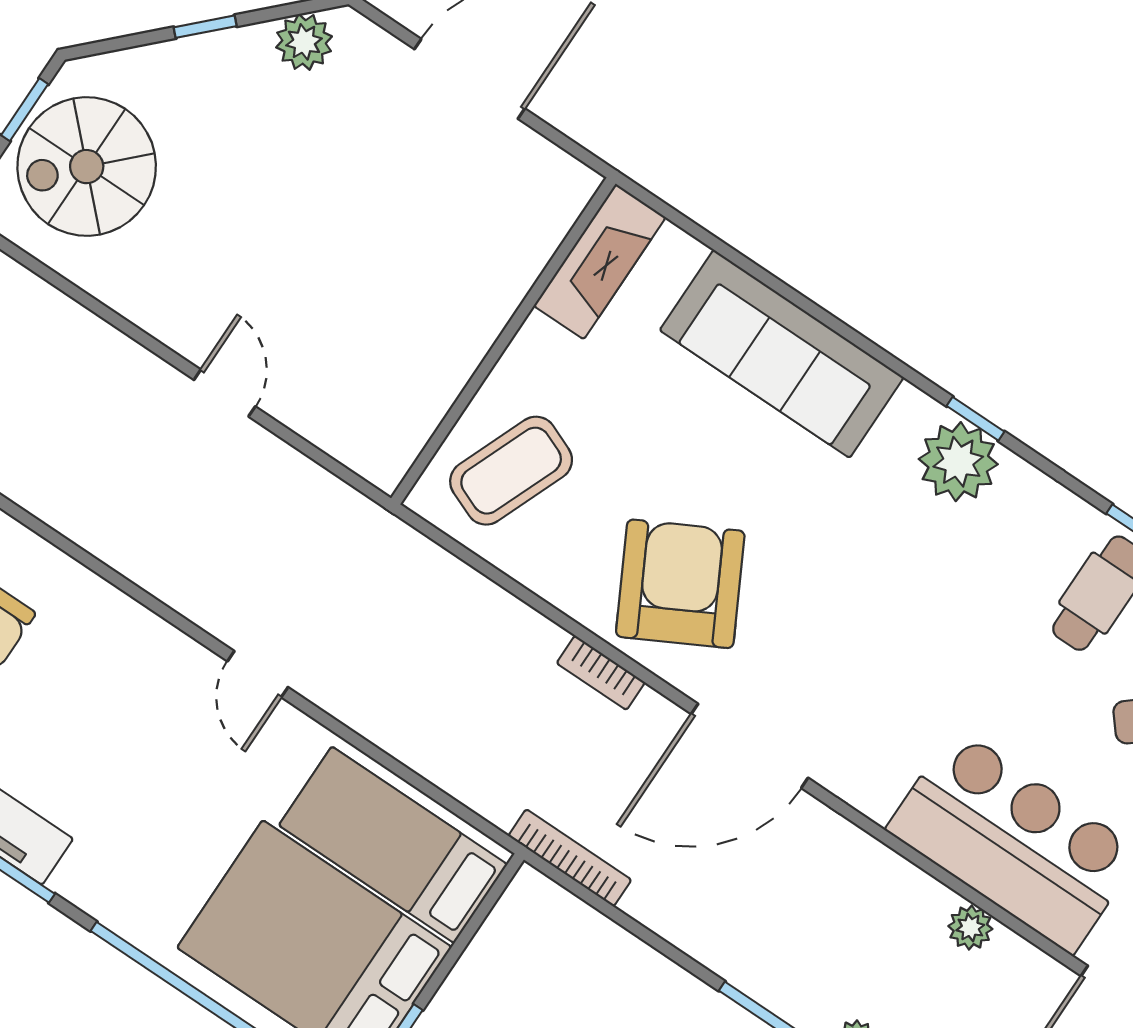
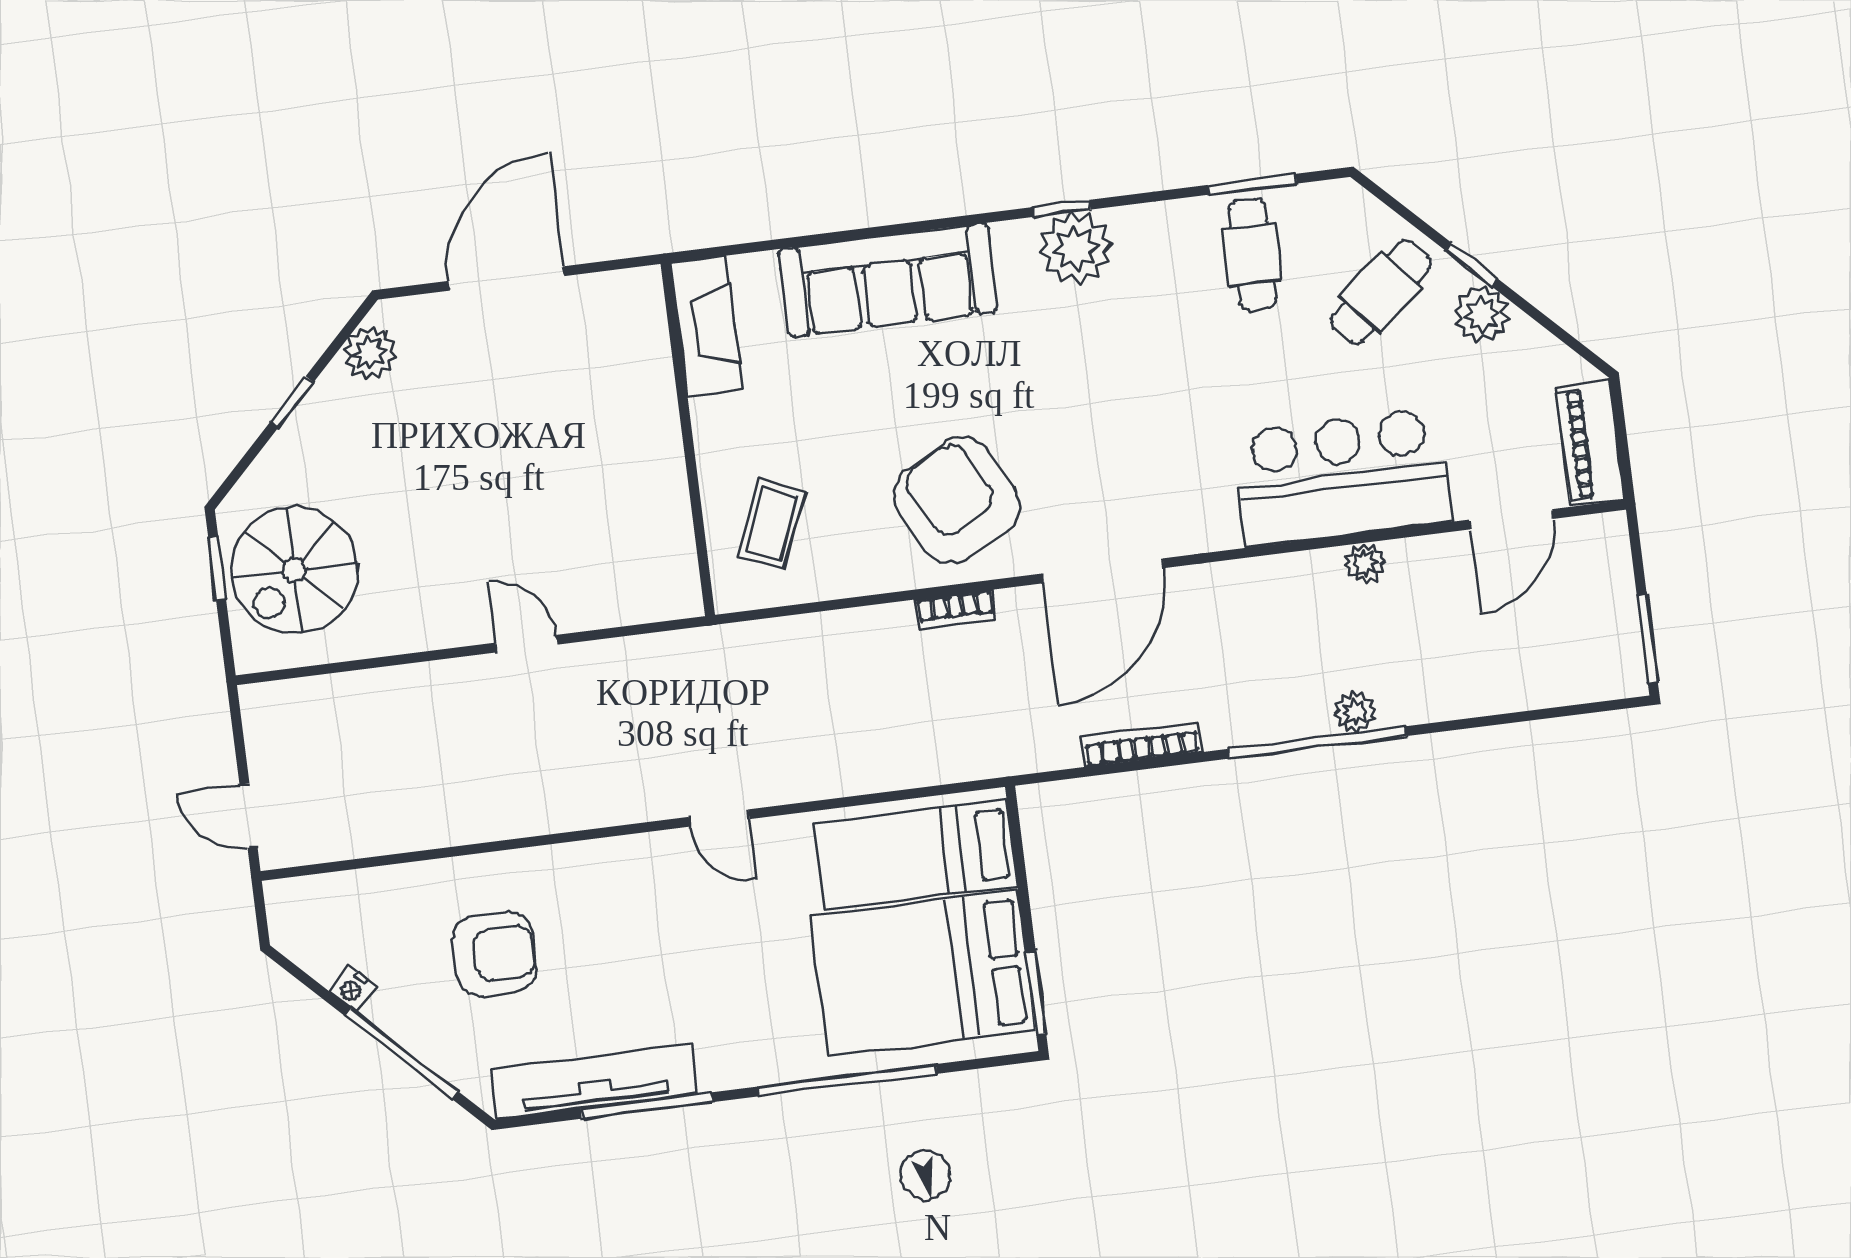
coffee table: (511, 471) -> (771, 524), width x0.73, depth x0.77
bookcase: (570, 858) -> (1142, 745), moved

